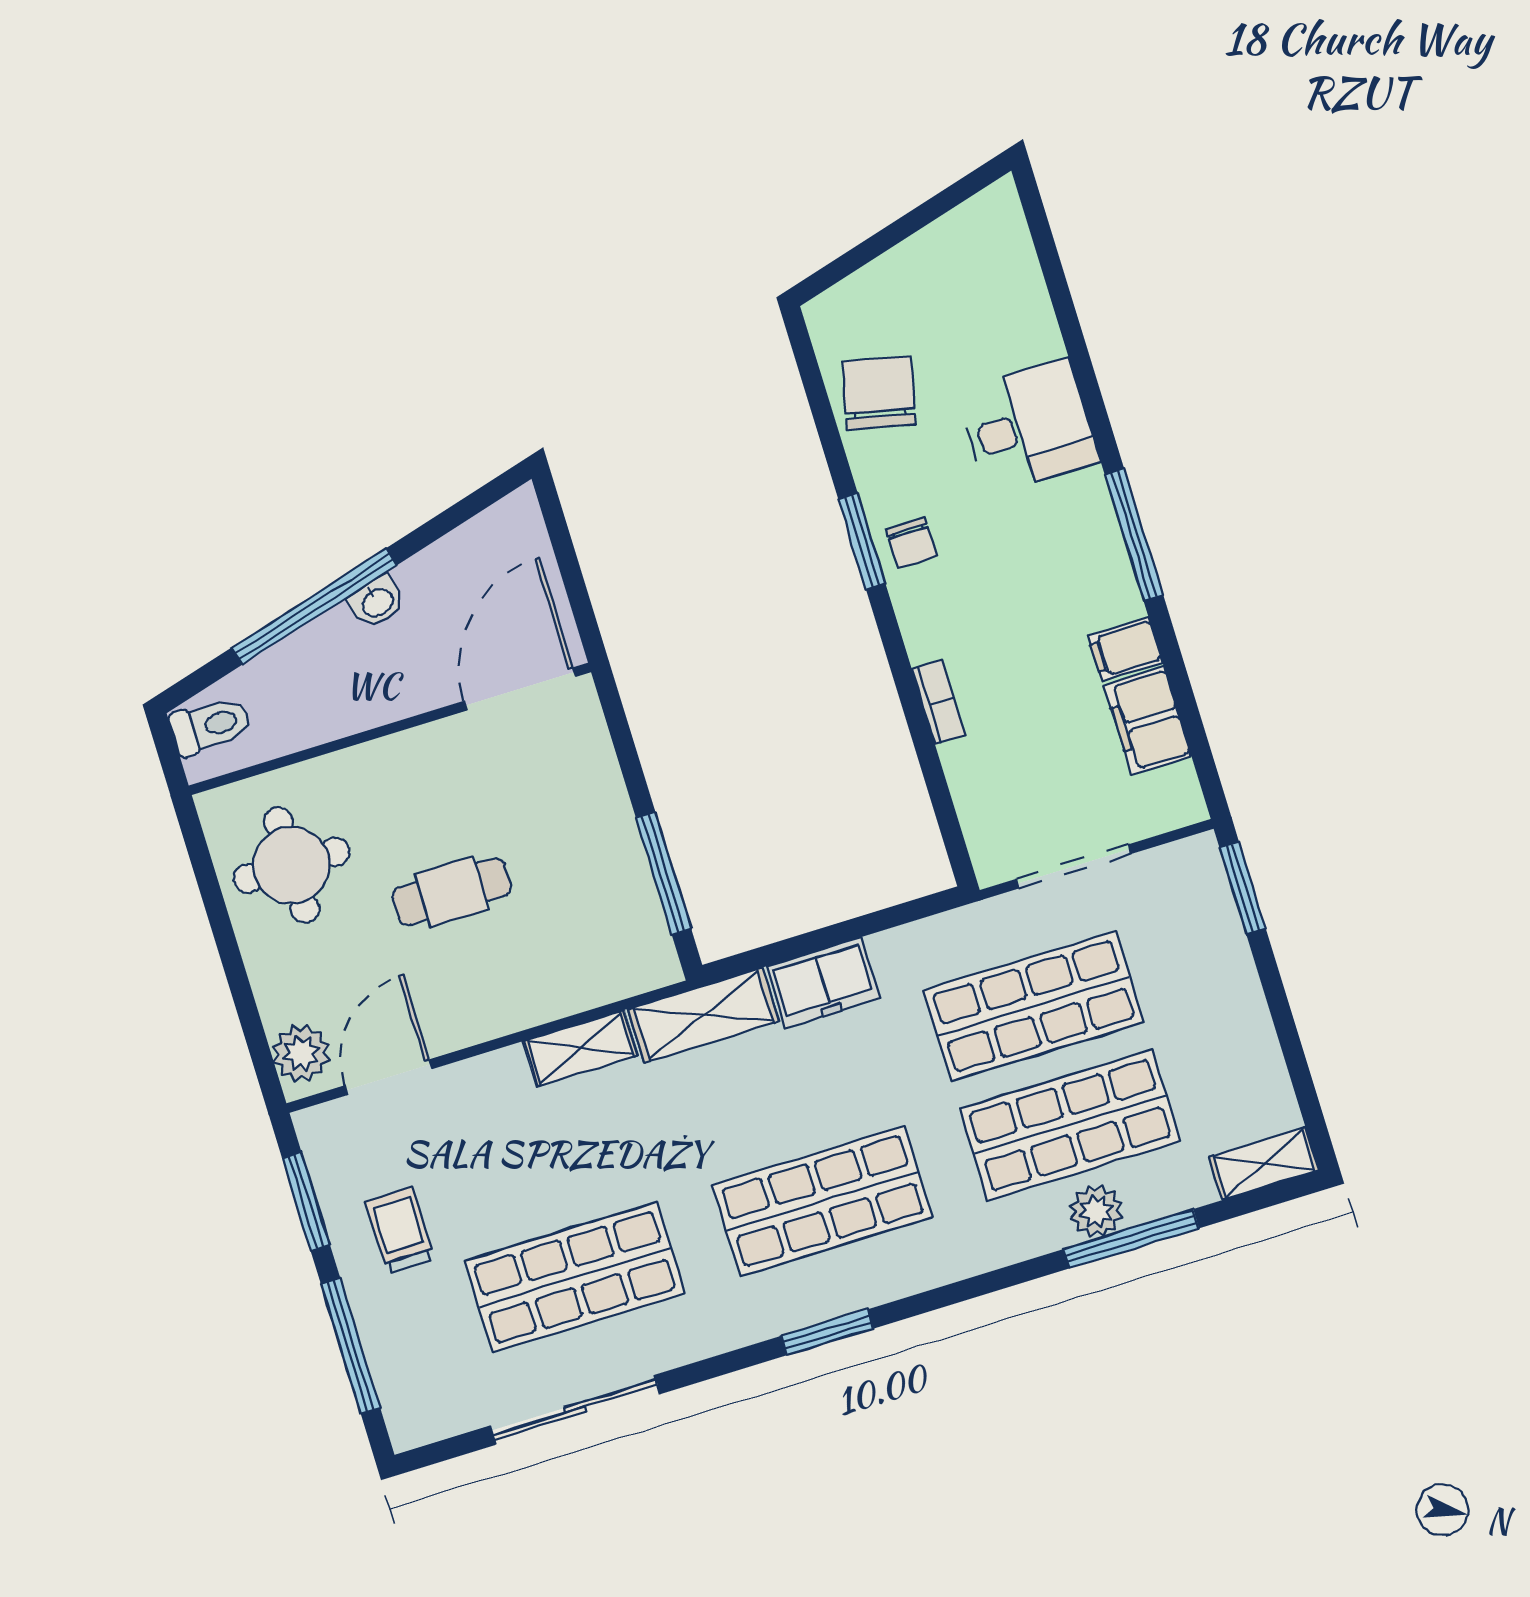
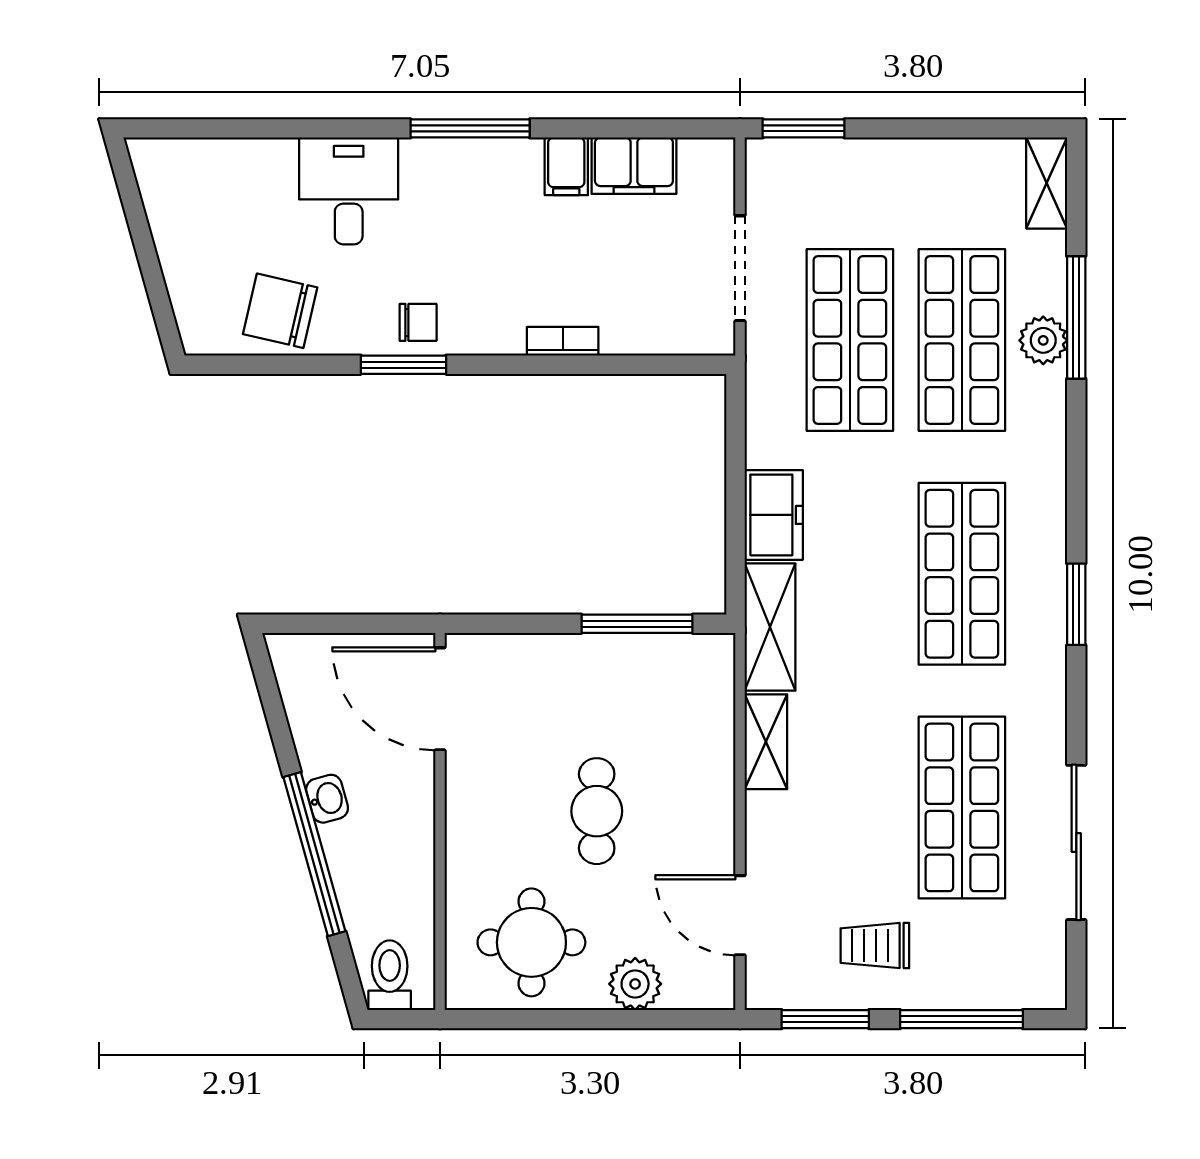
plant: (301, 1053) -> (635, 984), moved

